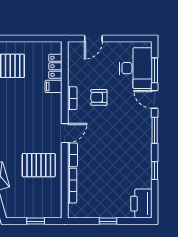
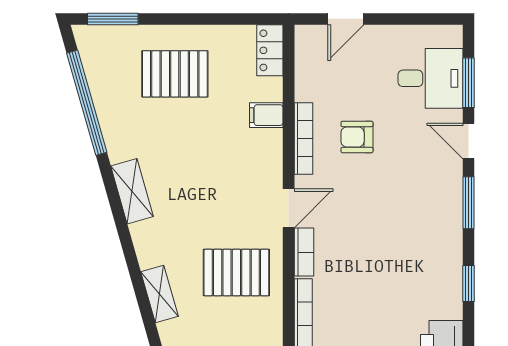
locker: (55, 66) -> (270, 50), moved
desk: (136, 68) -> (430, 78), width x0.73
bookcase: (72, 98) -> (303, 139), width x1.56

